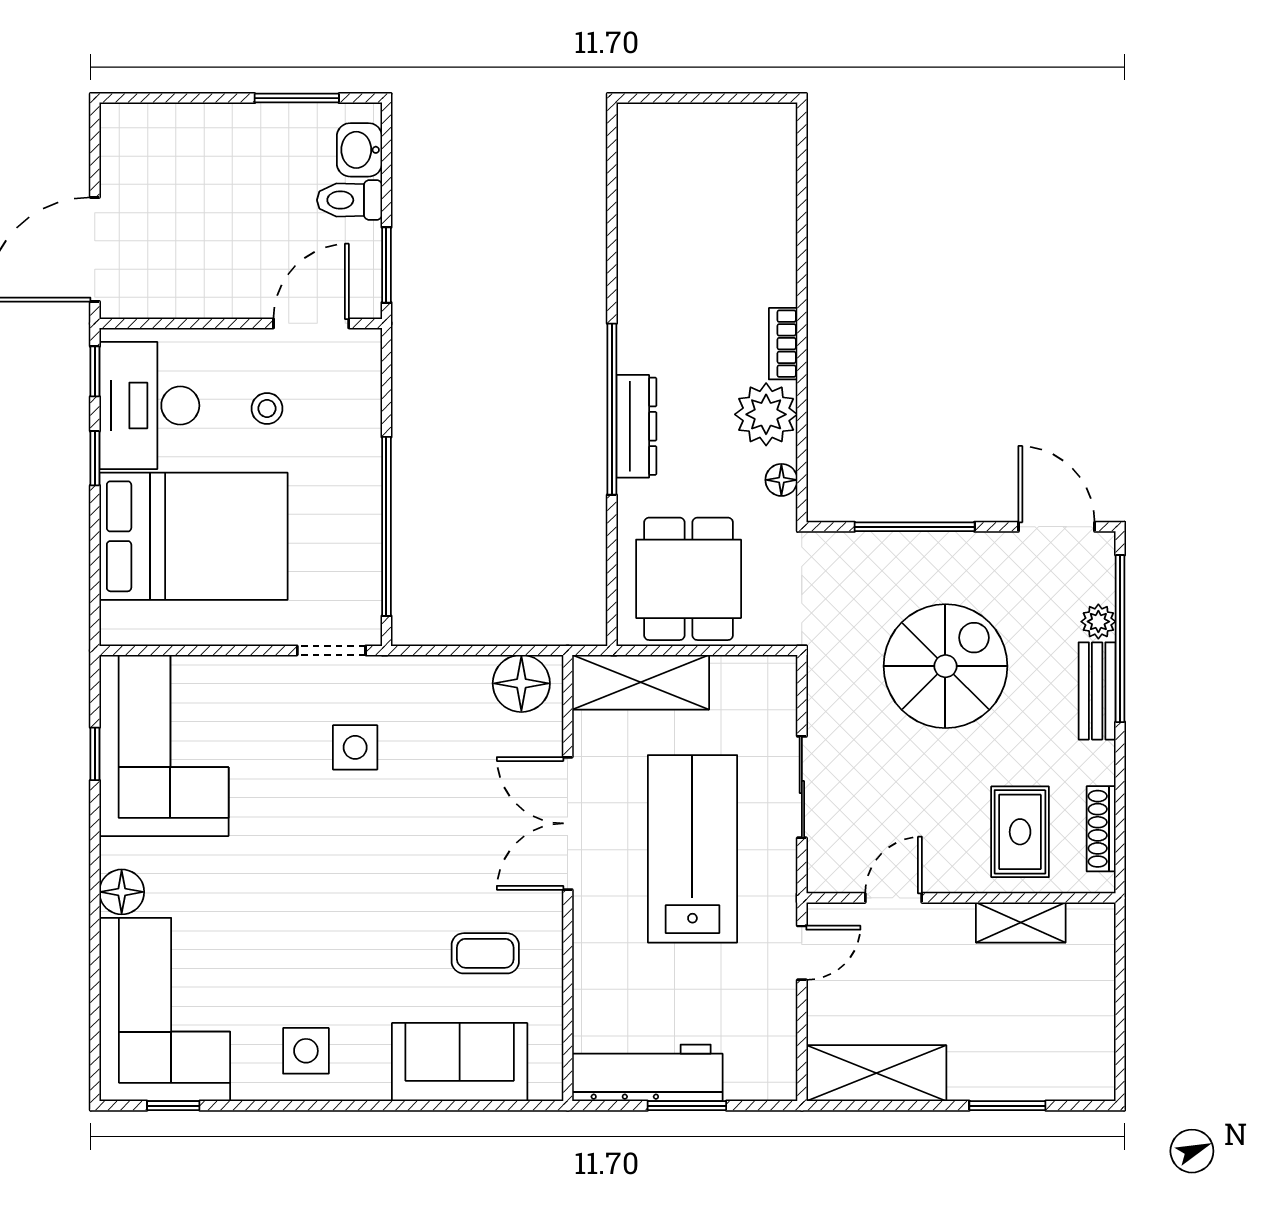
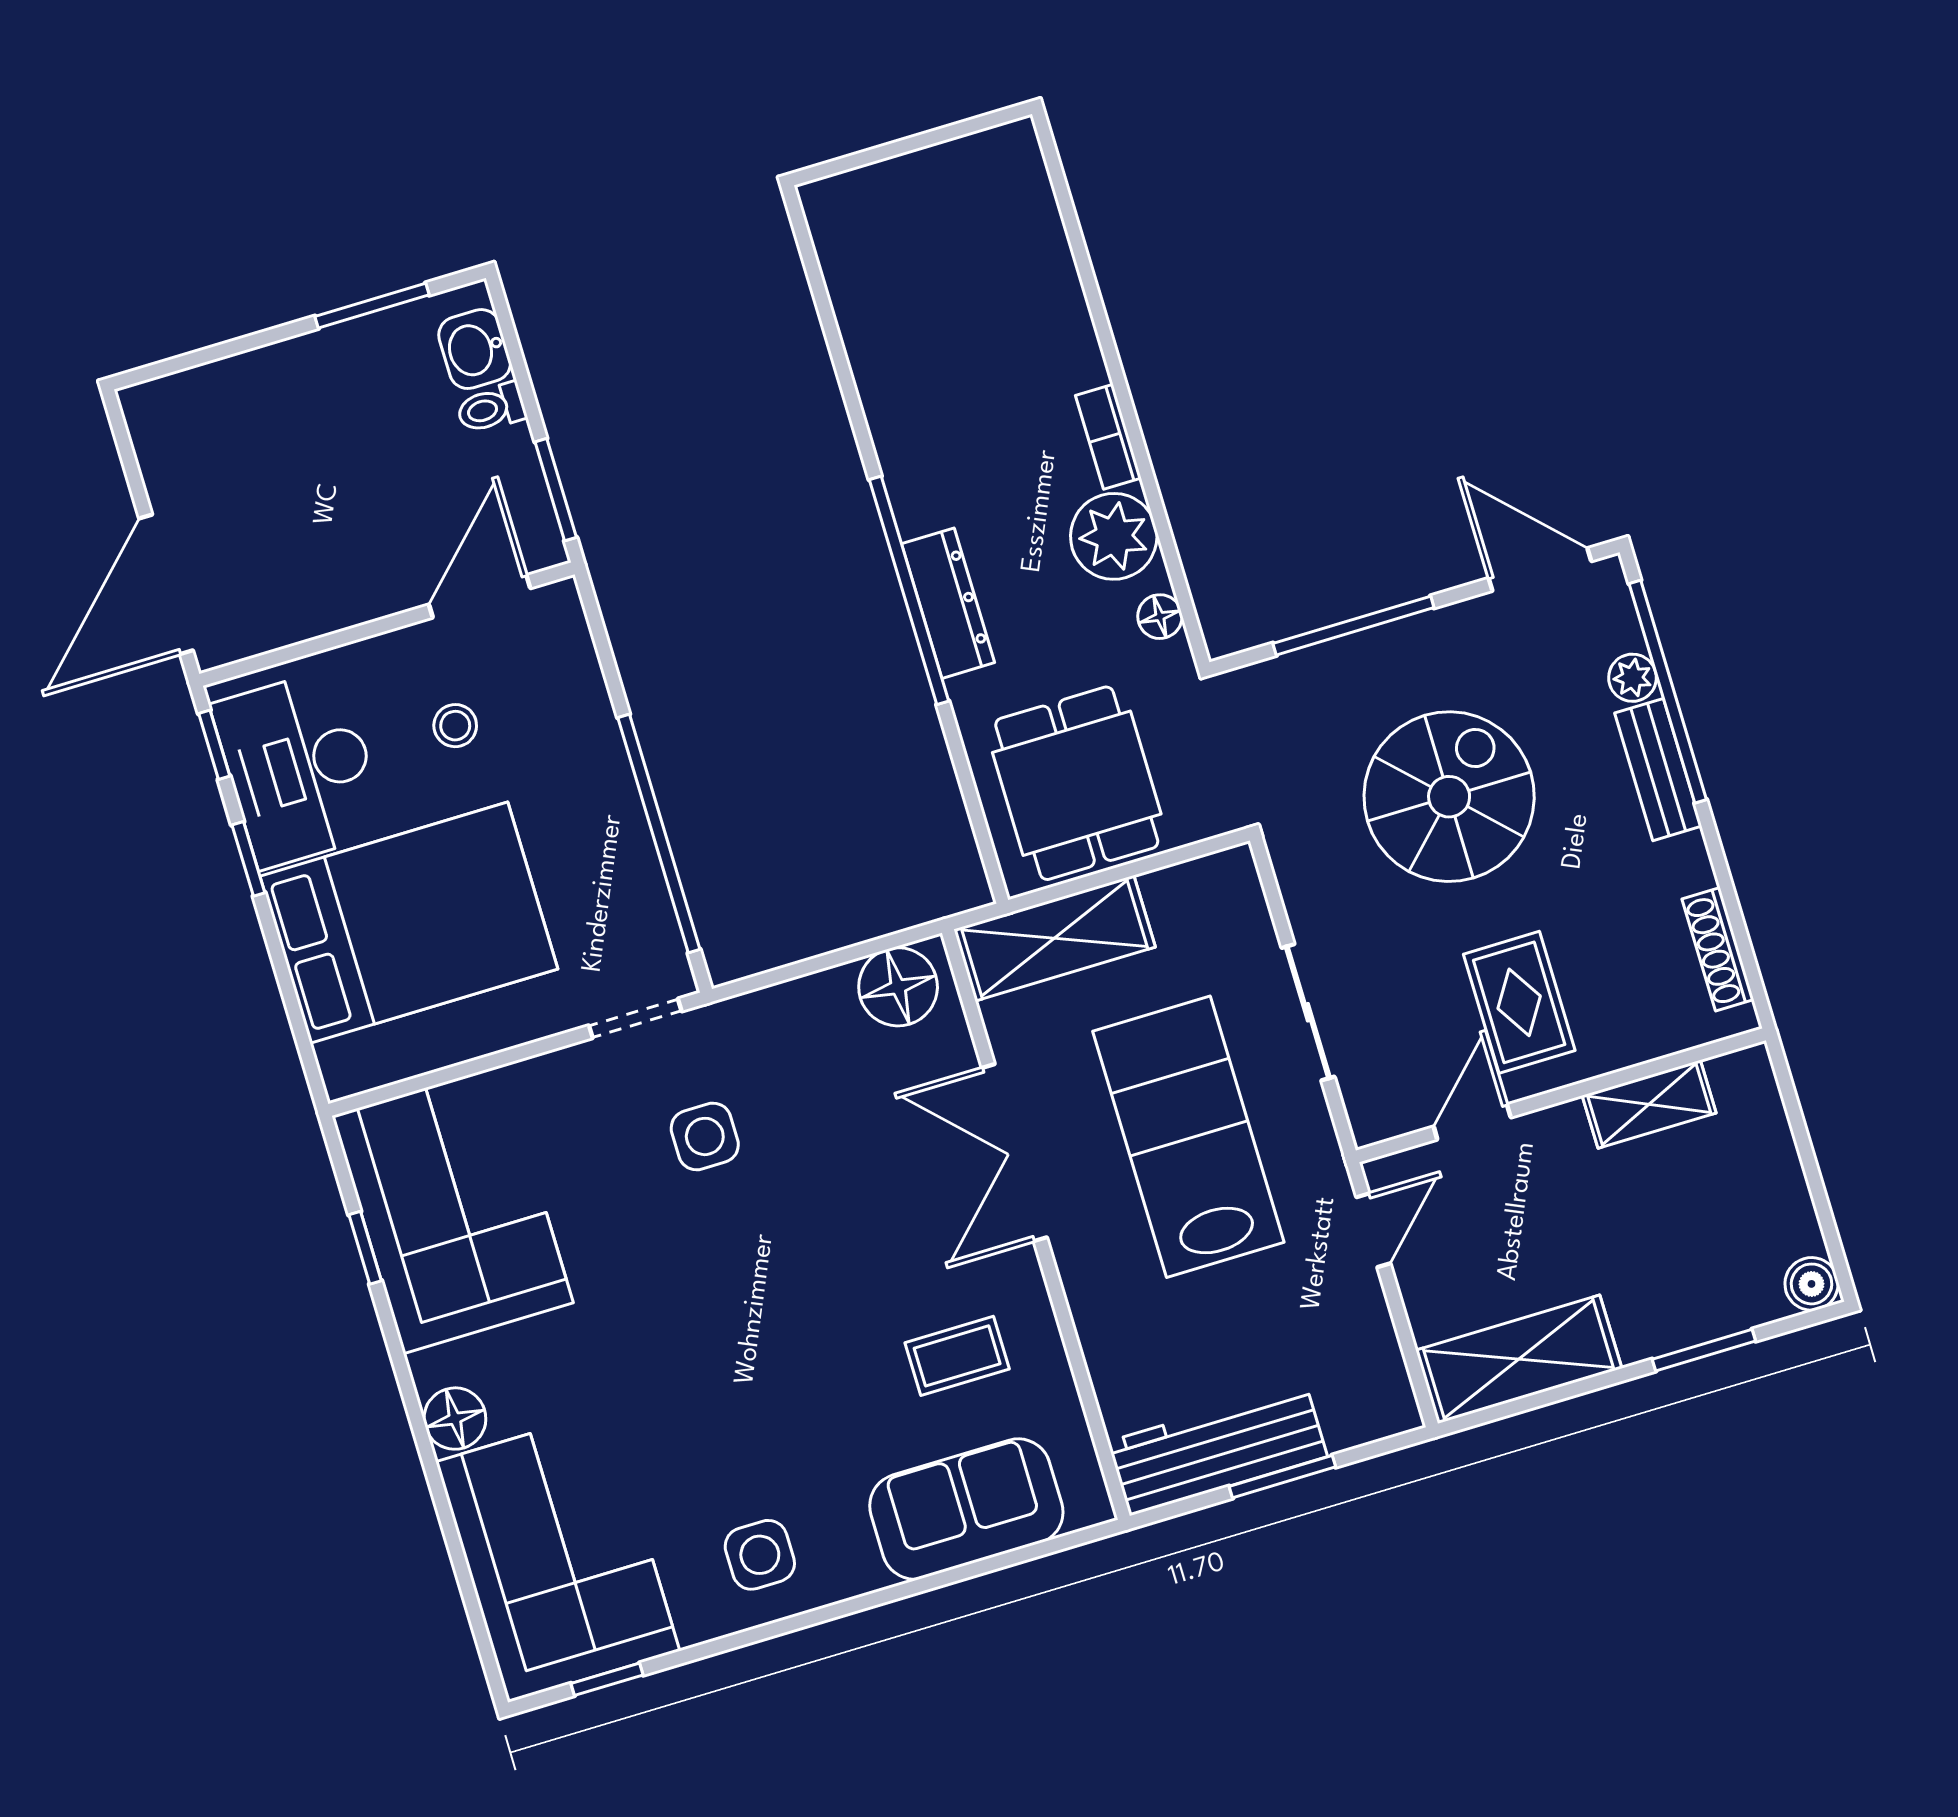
toilet: (349, 200) -> (491, 408), width x0.73, depth x0.72
rug: (1020, 832) -> (1519, 1002), moved
boiler: (1096, 1082) -> (1812, 1284), added

